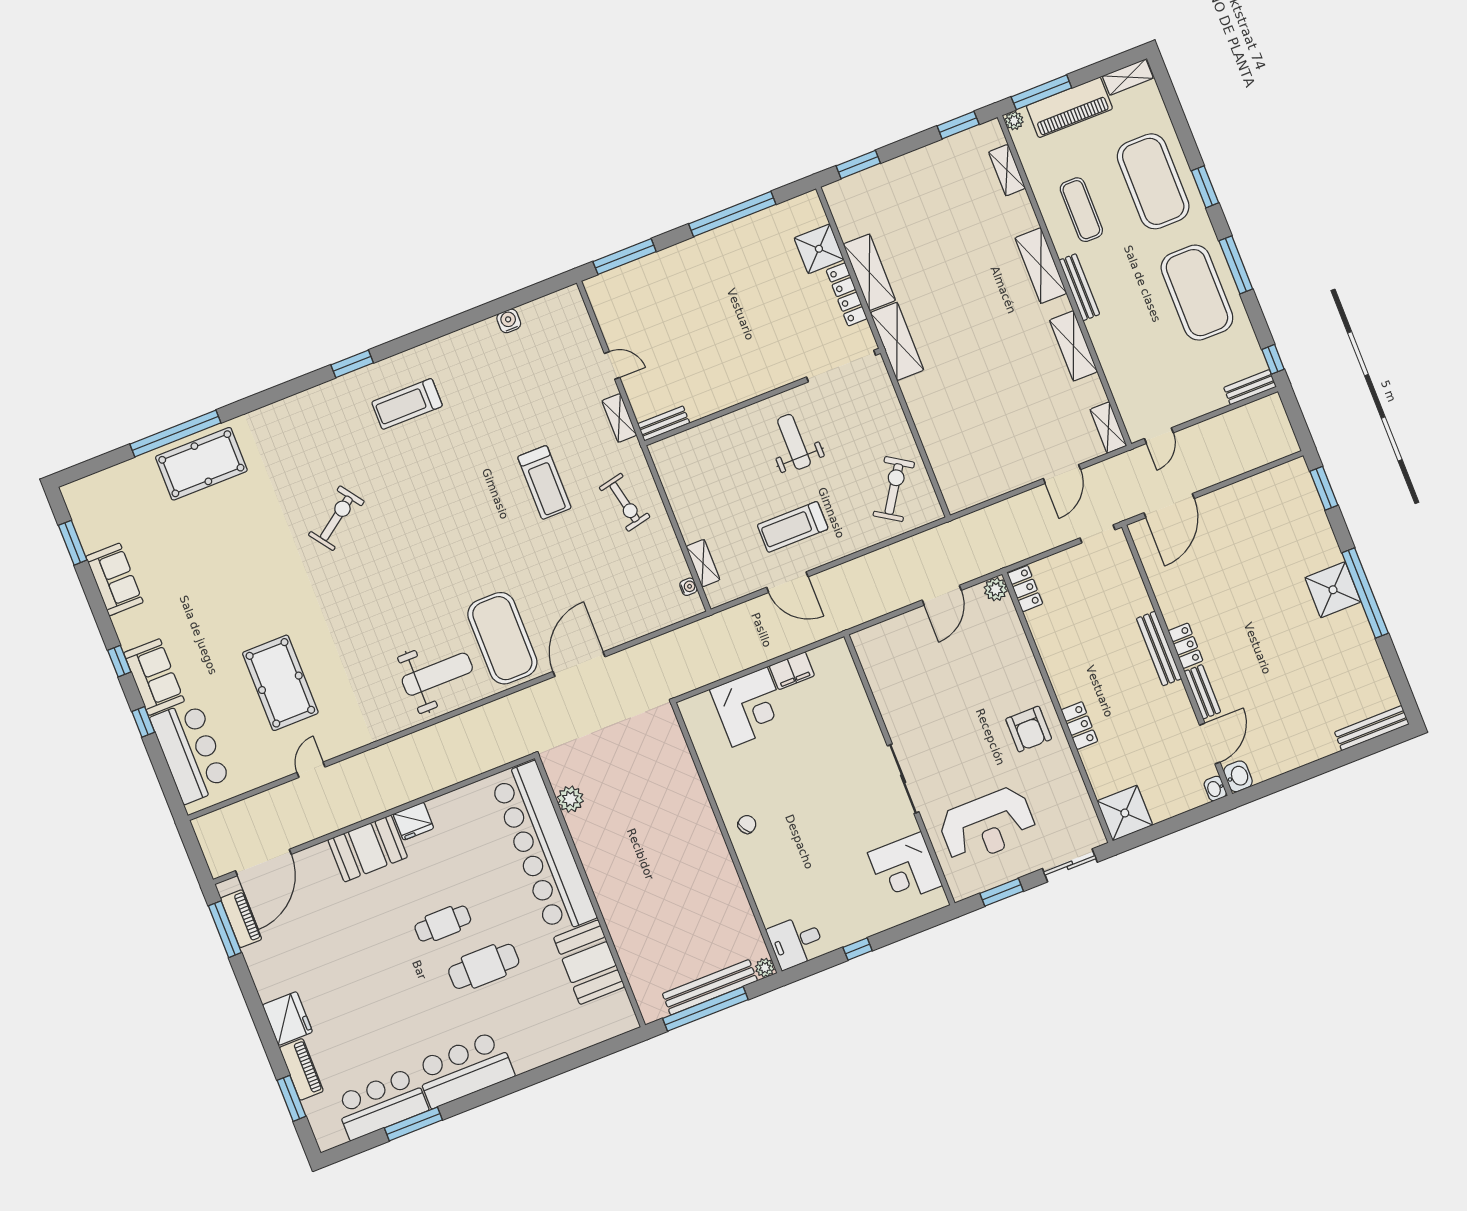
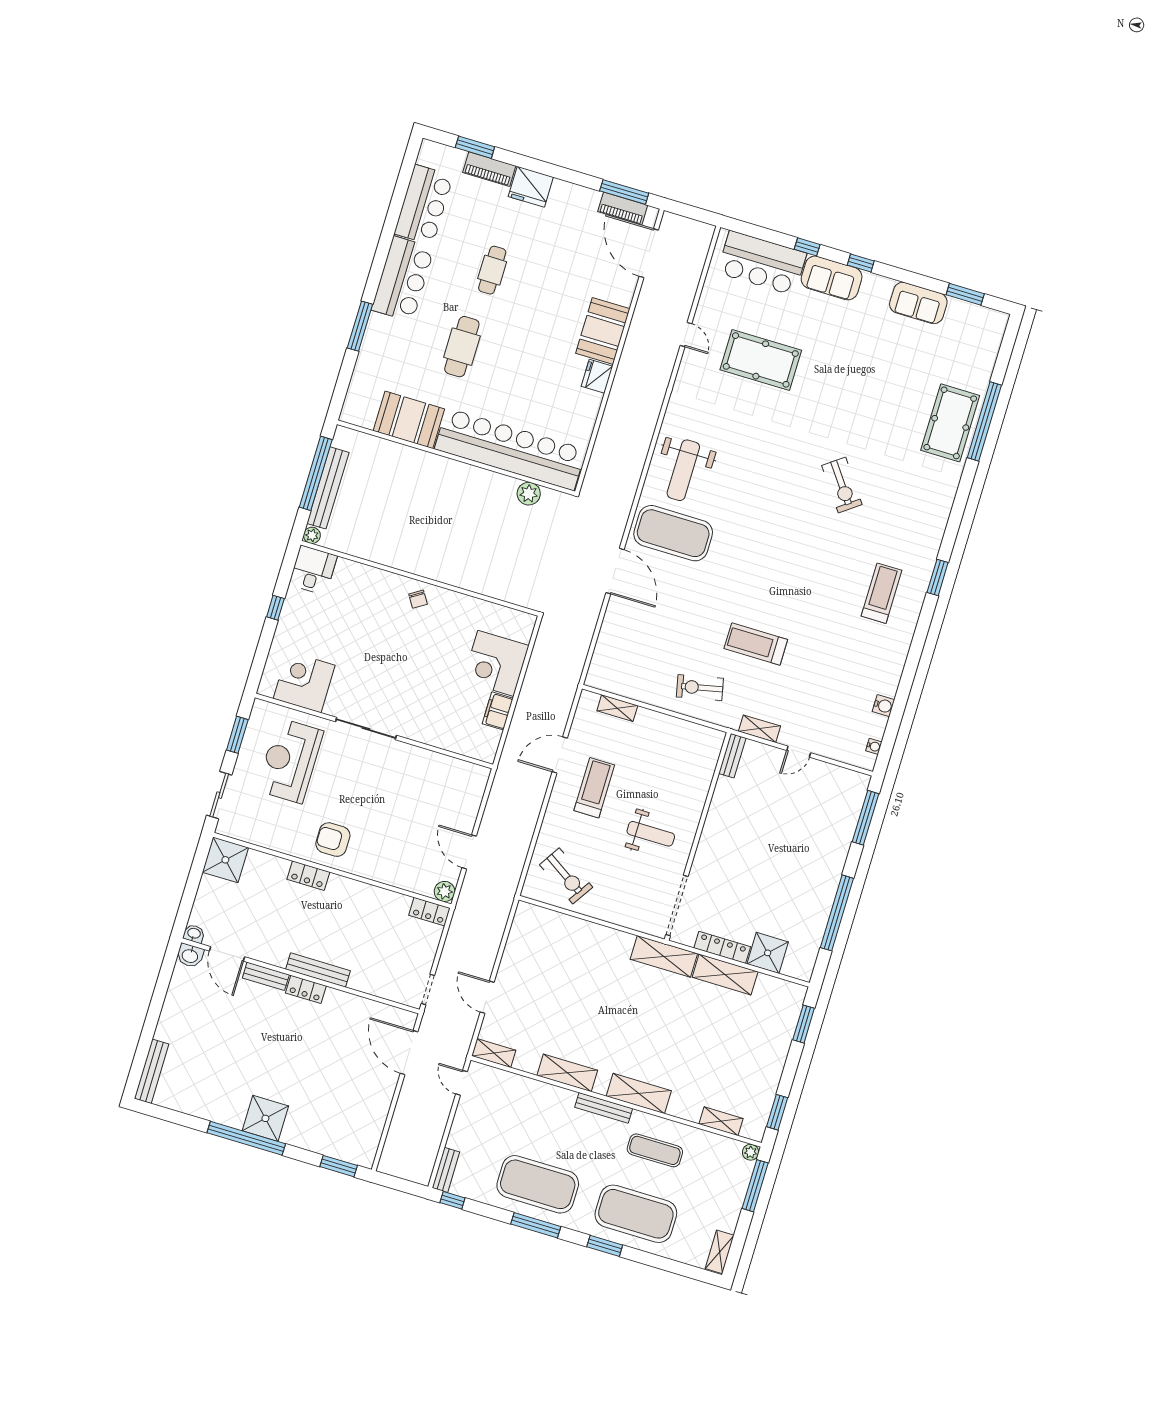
piano: (1069, 107) -> (730, 1197), removed
water cooler: (688, 587) -> (874, 746), moved, turned -90
cafe table: (443, 924) -> (492, 270), moved
window: (413, 1124) -> (360, 326), moved

